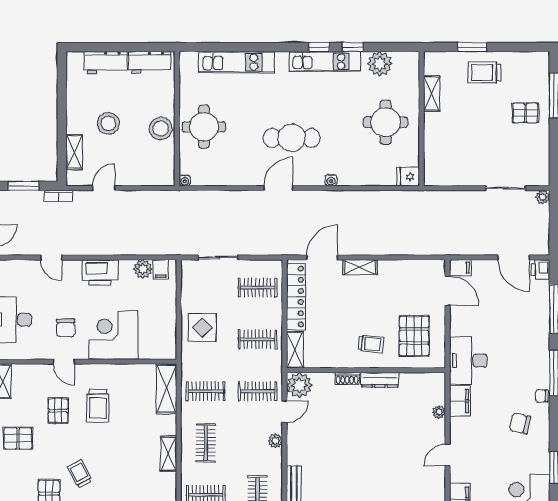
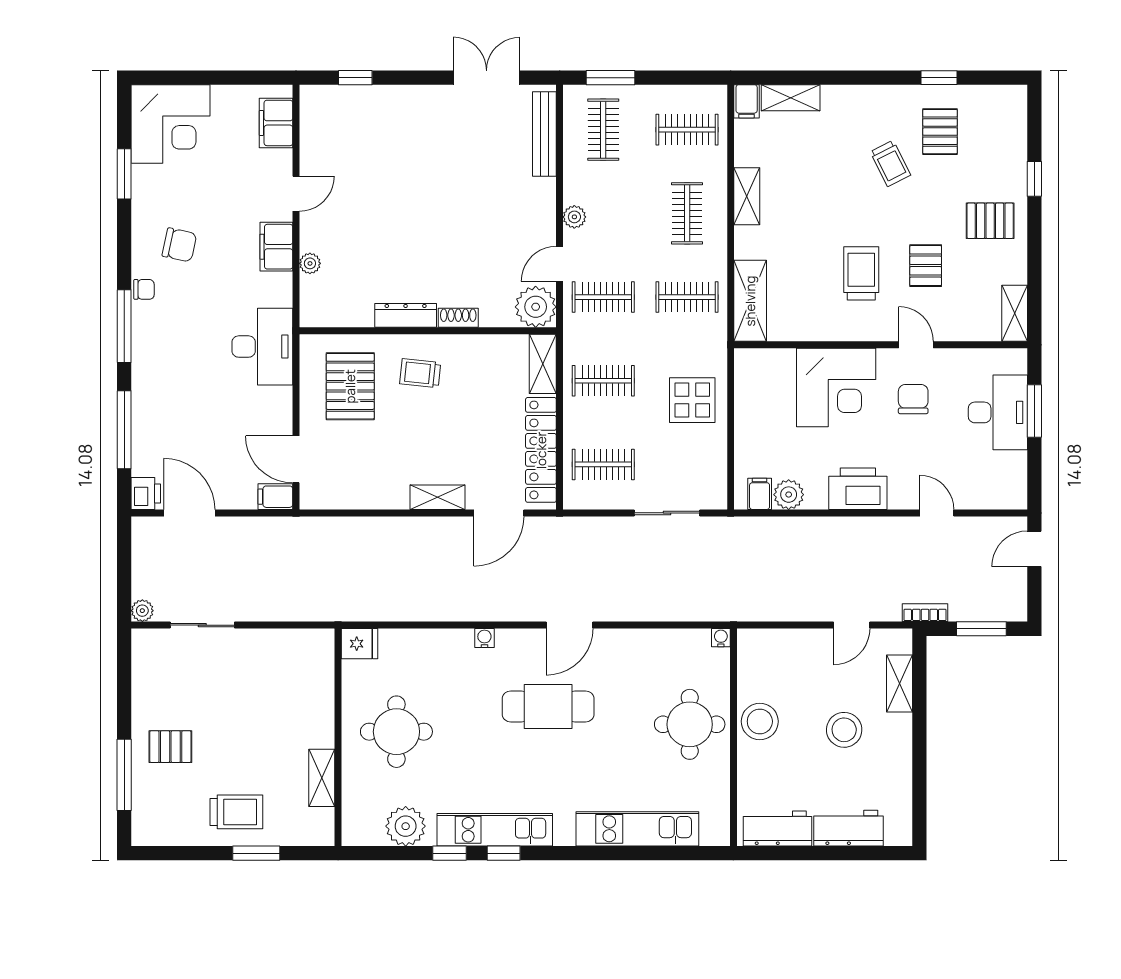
filing cabinet: (460, 401) -> (276, 247), moved

